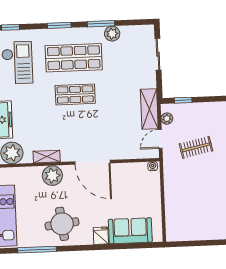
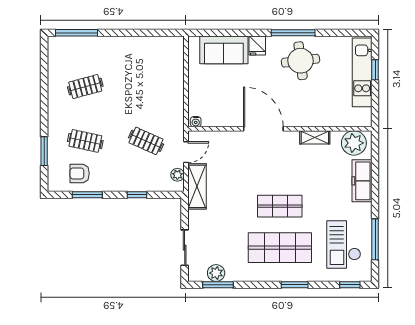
window: (101, 24) -> (218, 285), moved
plant: (112, 34) -> (216, 273), moved
window: (183, 100) -> (137, 195), moved
clothes rail: (196, 147) -> (146, 141), turned 36
plant: (52, 176) -> (309, 116), removed
window: (37, 250) -> (293, 33), moved

